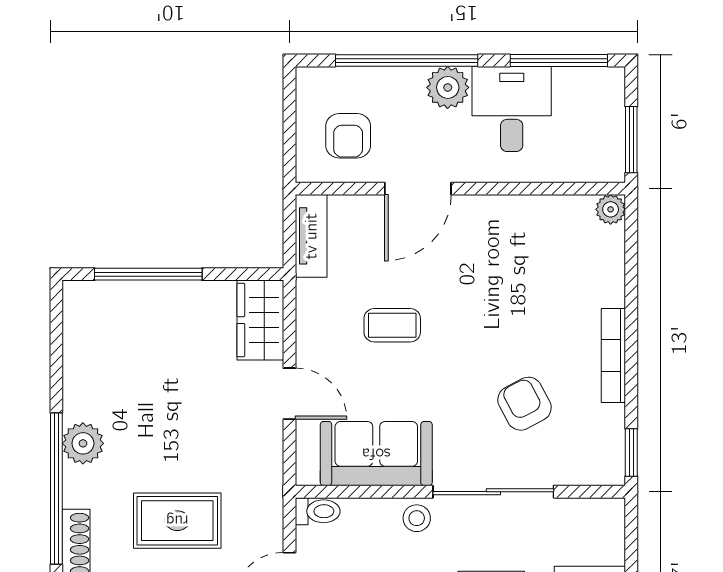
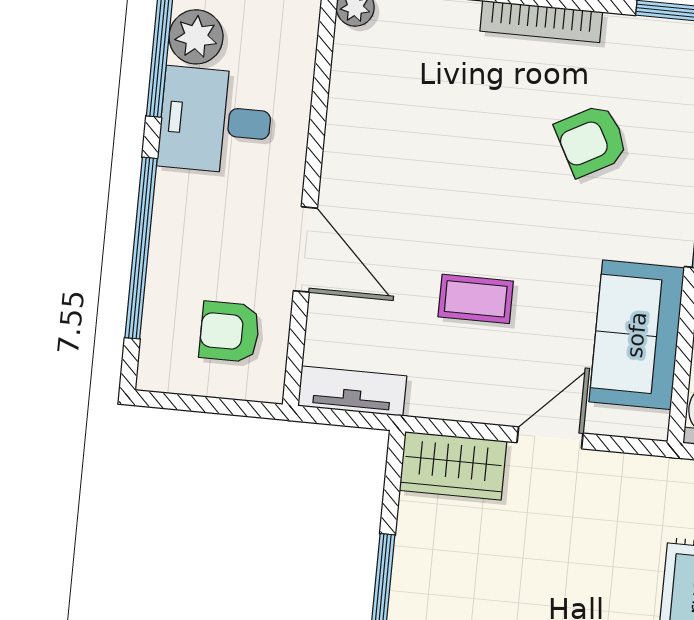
plant: (448, 87) -> (196, 37), moved
armchair: (348, 136) -> (230, 332), turned 180
coffee table: (392, 325) -> (476, 299), turned 90

